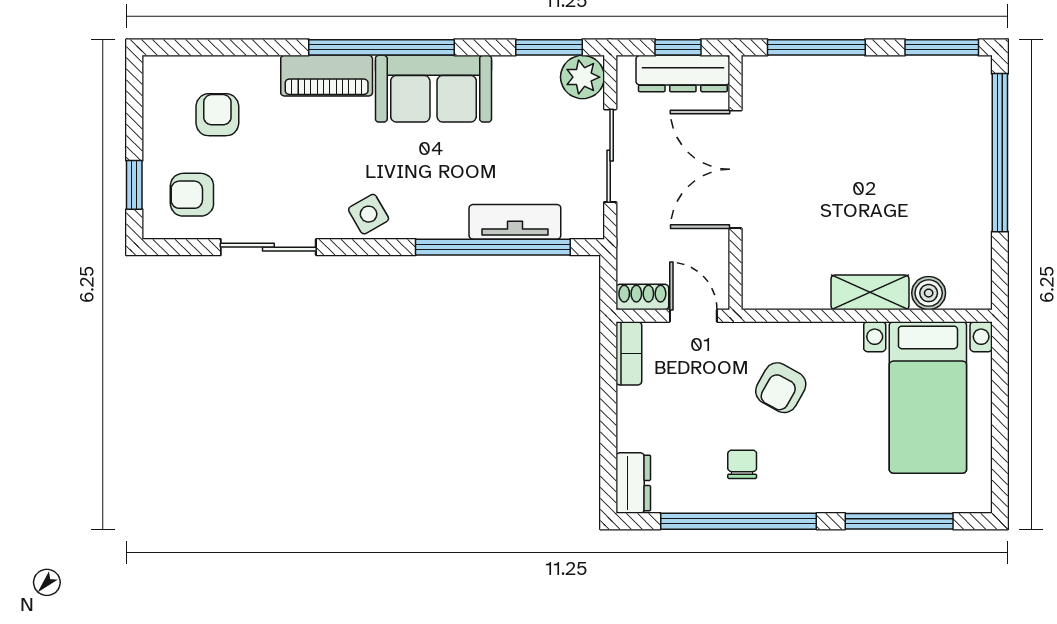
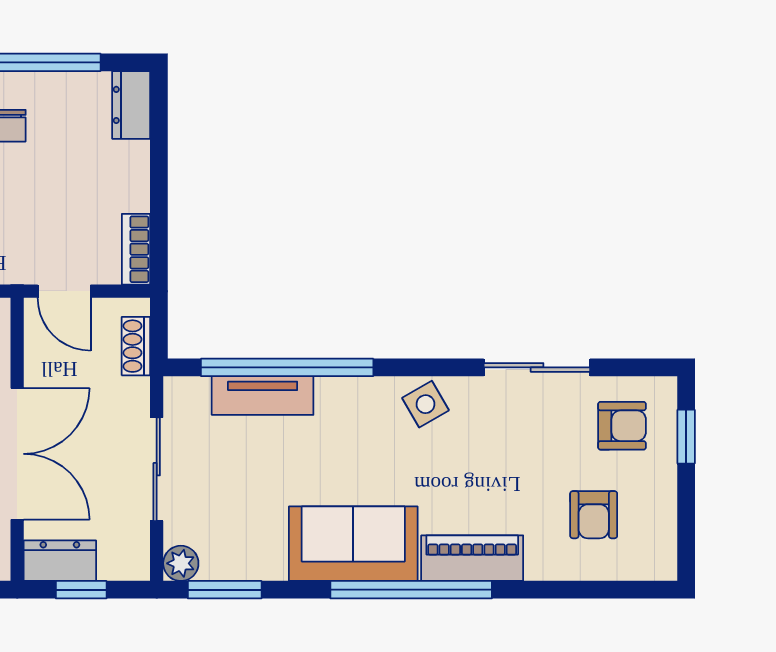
dresser: (683, 73) -> (60, 561), width x0.70
plant: (582, 77) -> (181, 563), width x0.73, depth x0.73
shoe rack: (642, 297) -> (136, 346), moved, turned 90

